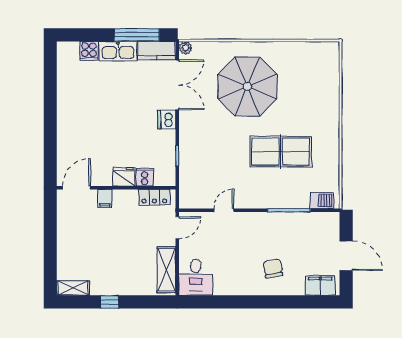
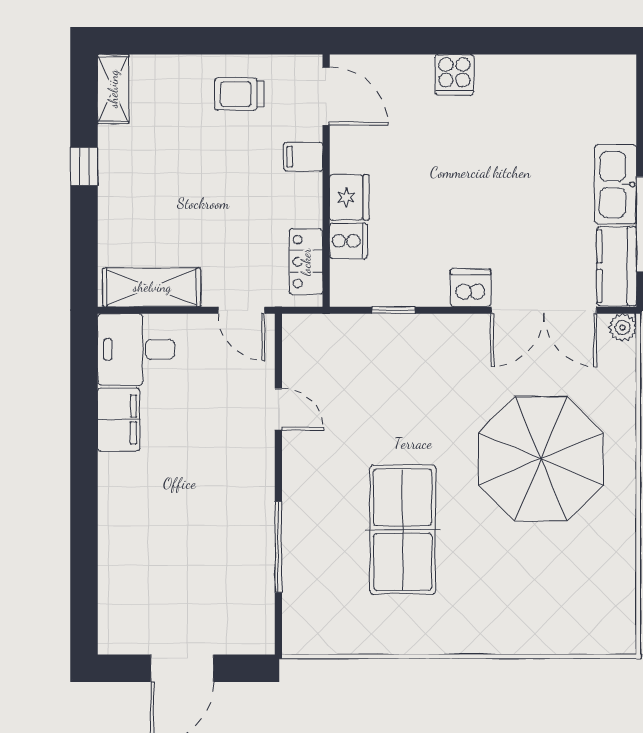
cooker: (89, 51) -> (454, 75), moved, turned -90
barbecue: (322, 200) -> (299, 617), removed
trolley: (75, 229) -> (239, 94), added
chair: (273, 269) -> (155, 513), removed
filing cabinet: (320, 285) -> (119, 419), moved

